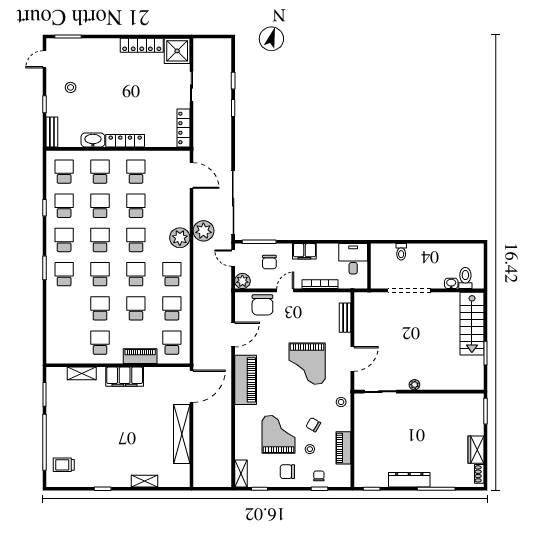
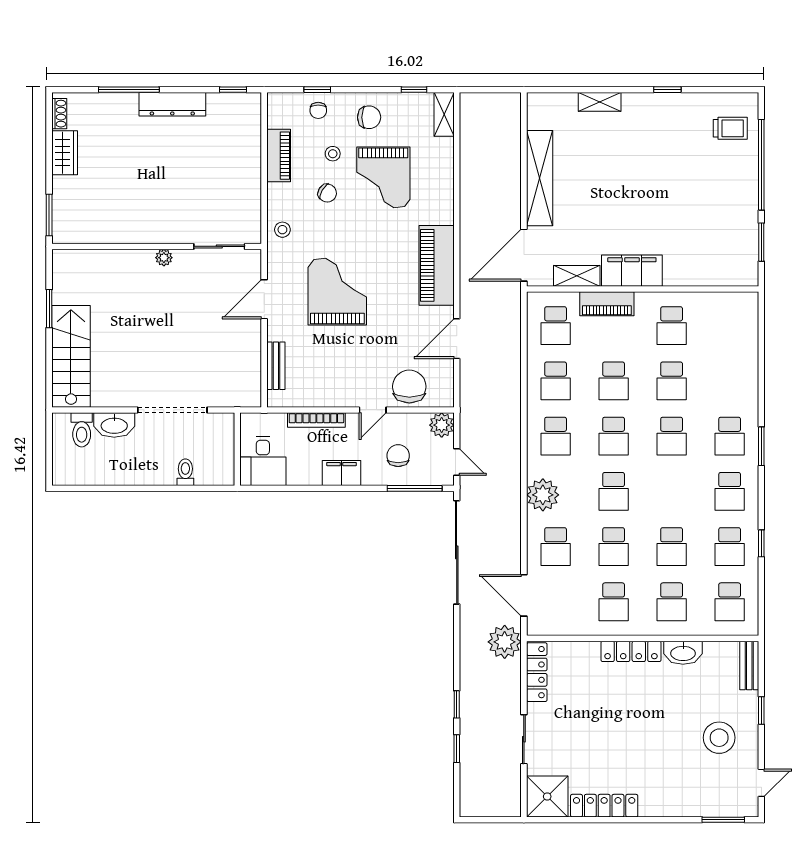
stool: (71, 87) -> (719, 738), width x1.89, depth x1.89
plant: (203, 231) -> (505, 642), moved
school desk: (100, 240) -> (556, 547), moved
washbasin: (451, 283) -> (114, 425), width x1.91, depth x1.45
shelving: (82, 373) -> (577, 276), moved

